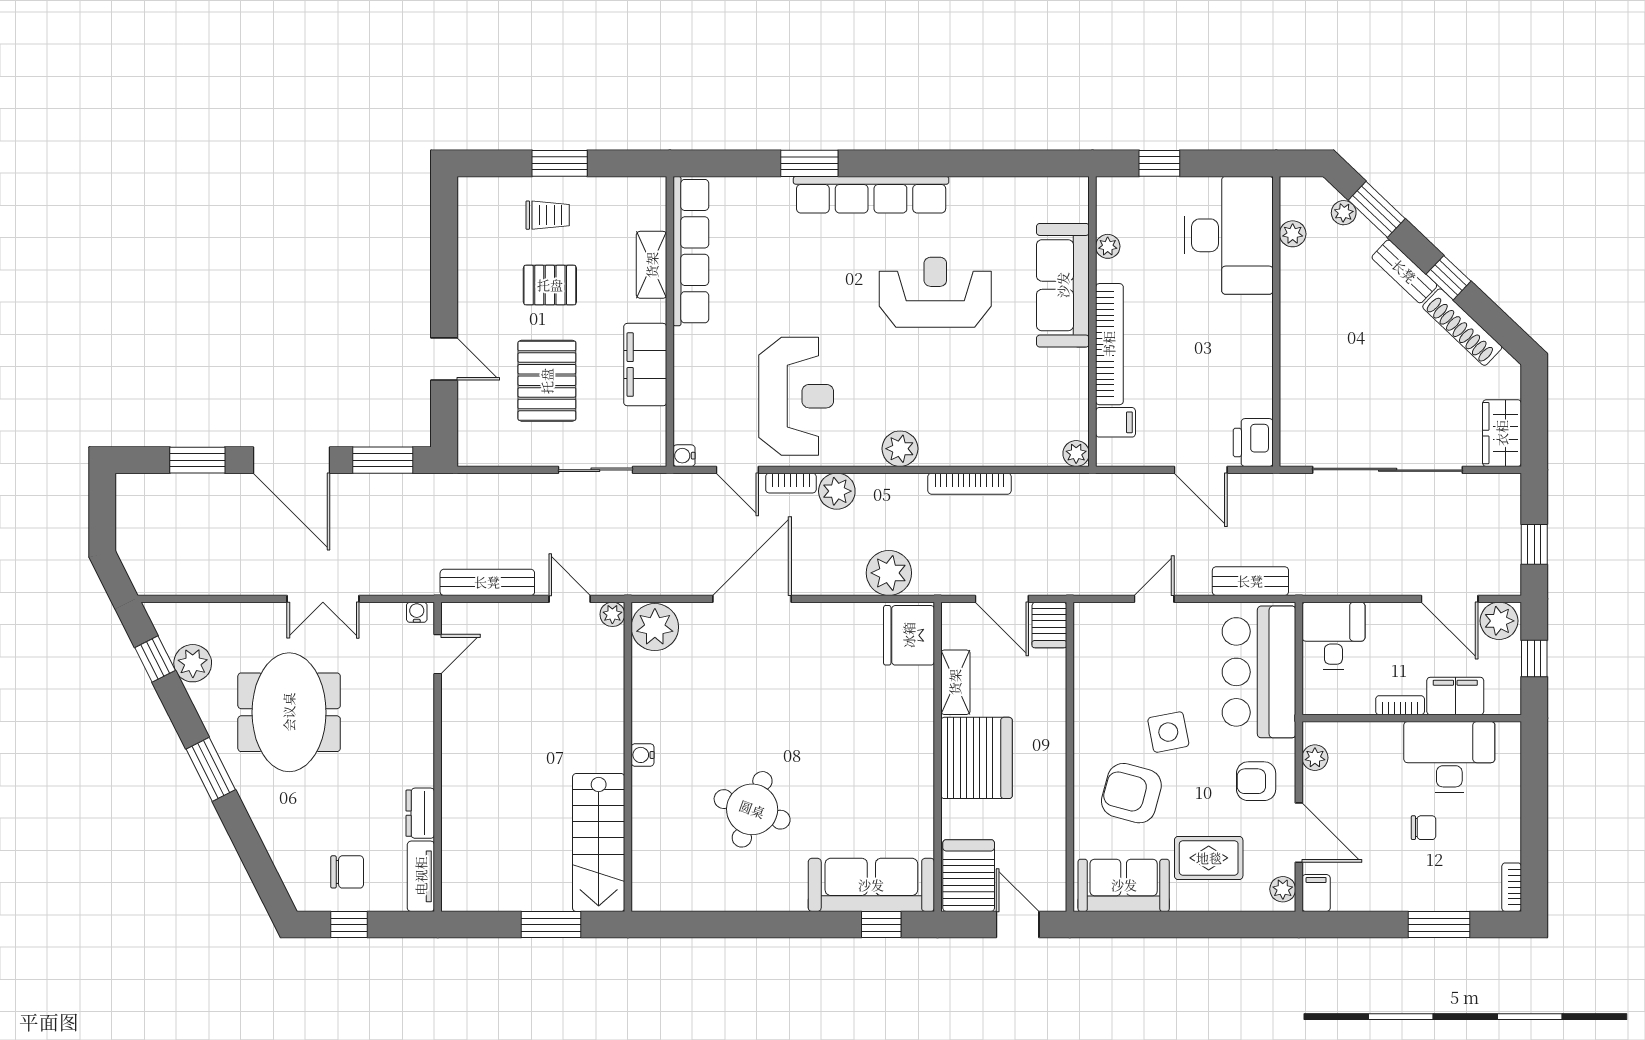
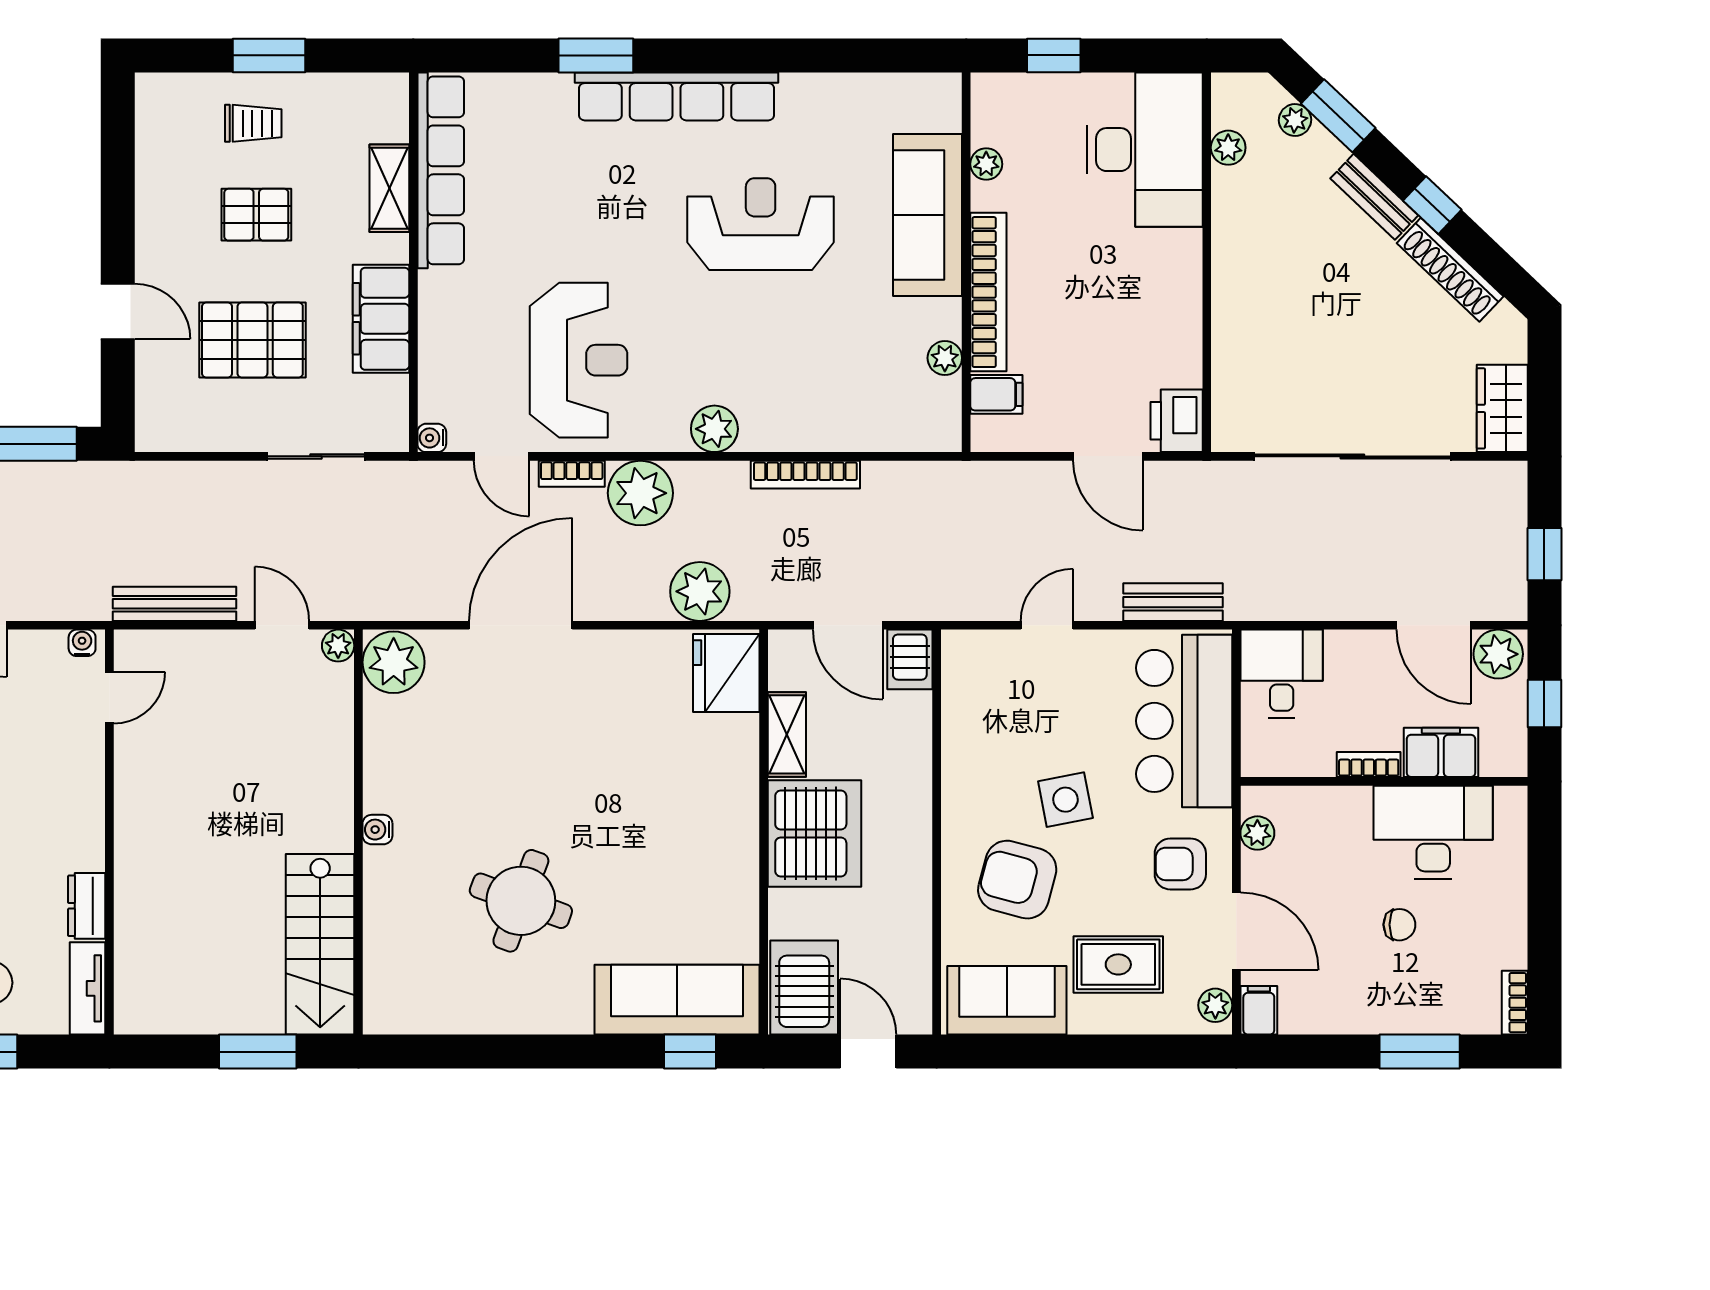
pallet: (547, 381) -> (252, 340), turned 90
plant: (1076, 453) -> (945, 358), moved
plant: (837, 491) -> (640, 493), width x1.36, depth x1.36

